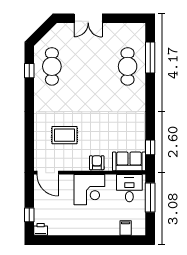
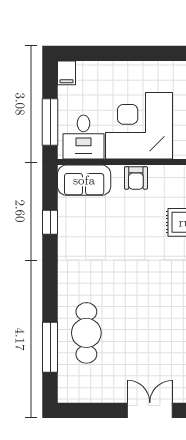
window: (150, 147) -> (50, 222), moved
corner desk: (89, 190) -> (139, 126), width x1.36, depth x1.36
filing cabinet: (126, 228) -> (66, 73), moved

